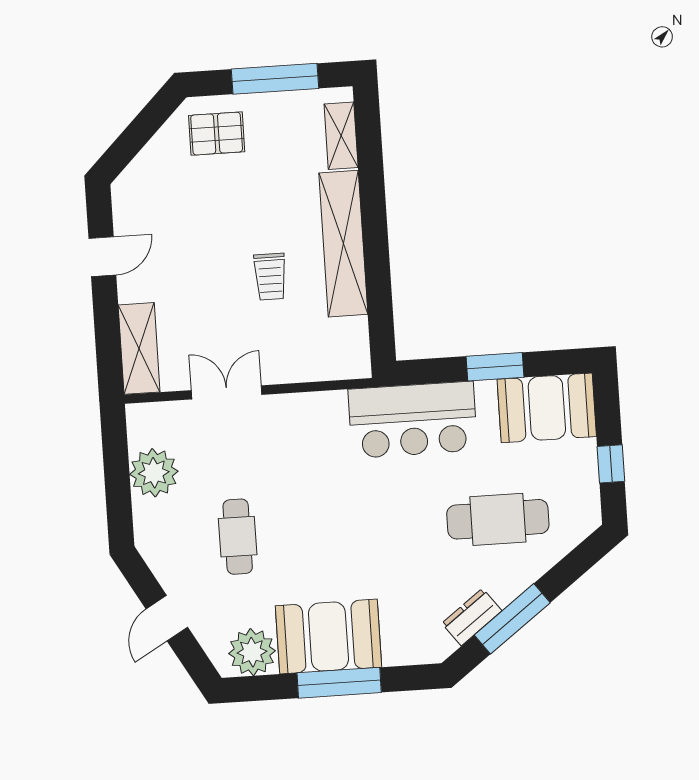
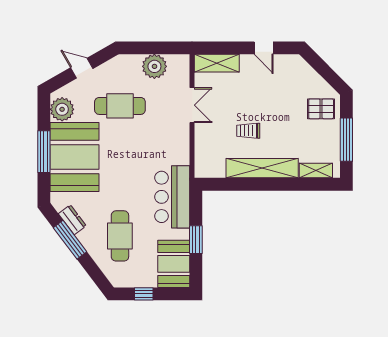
pallet: (217, 134) -> (321, 109), turned 90
cafe table: (238, 537) -> (120, 106), width x1.37, depth x1.35
booth: (328, 637) -> (75, 157), width x1.36, depth x1.42

